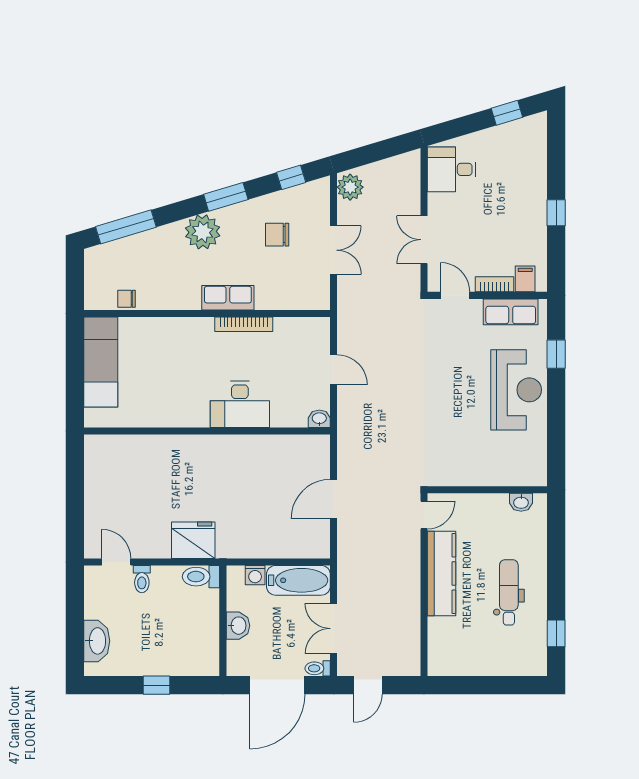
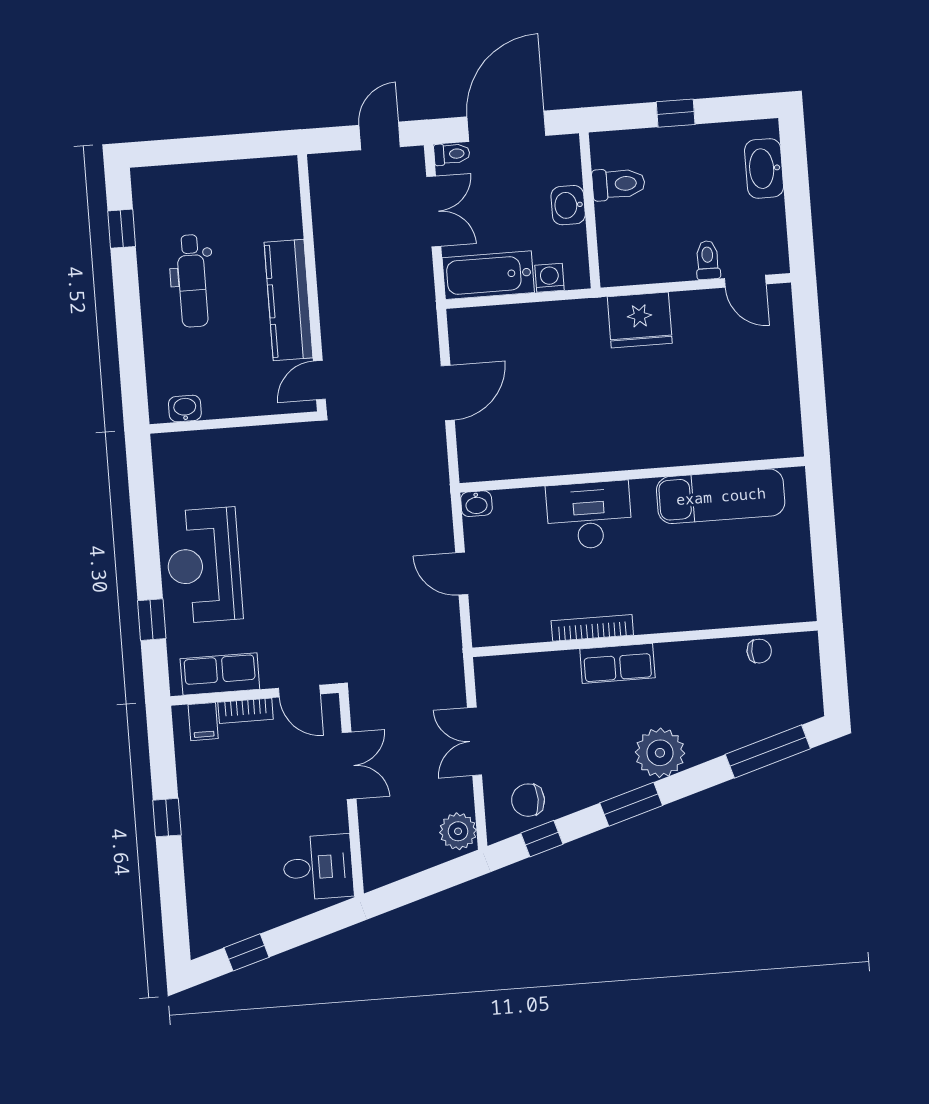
chair: (277, 235) -> (528, 800), moved, turned 180
exam couch: (101, 362) -> (721, 496), moved, turned -90
toilet: (201, 577) -> (618, 184), moved

